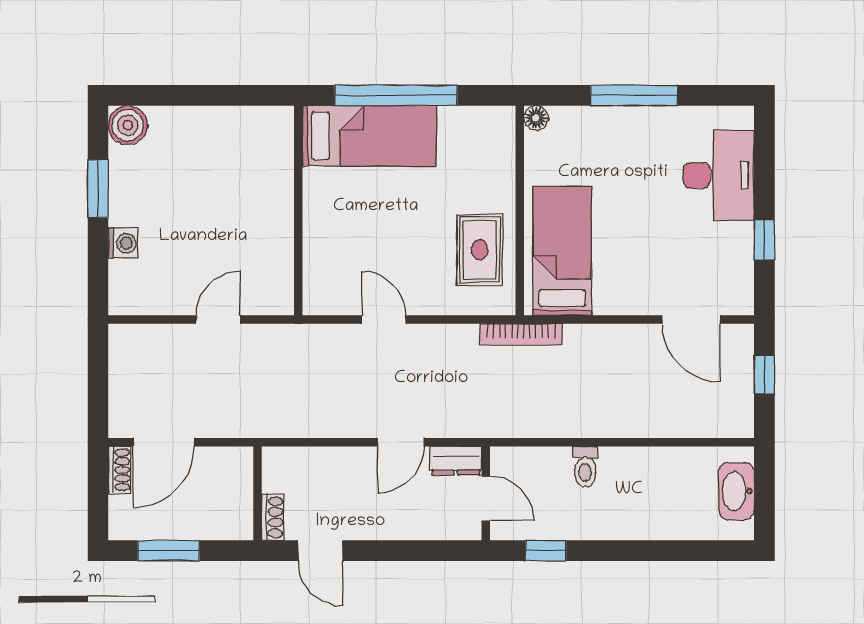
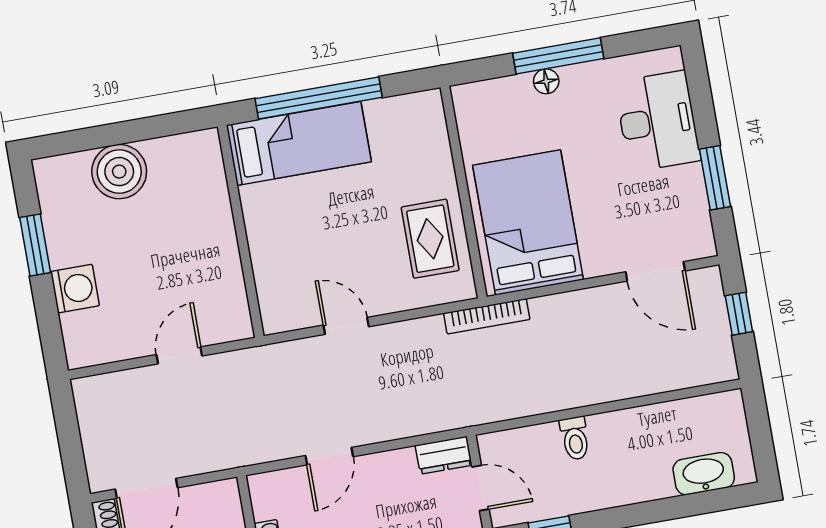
floor lamp: (536, 118) -> (546, 81), moved
boiler: (128, 125) -> (119, 172), moved, width x1.37, depth x1.37
window: (764, 240) -> (715, 178), width x1.50
washing machine: (123, 243) -> (75, 289), width x1.38, depth x1.38
bed: (562, 251) -> (528, 223), width x1.50
door: (401, 442) -> (329, 456), moved
washbasin: (736, 491) -> (704, 474), moved, turned 90

